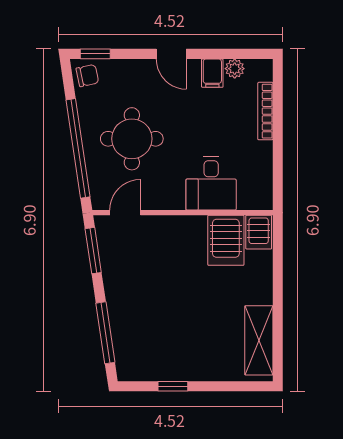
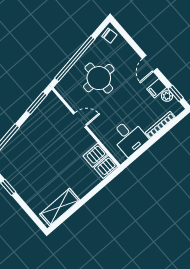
window: (95, 54) -> (176, 93), moved
desk: (211, 183) -> (129, 137), moved, turned -90
door: (125, 213) -> (80, 120), moved
server rack: (226, 240) -> (95, 155), width x0.73, depth x0.70

